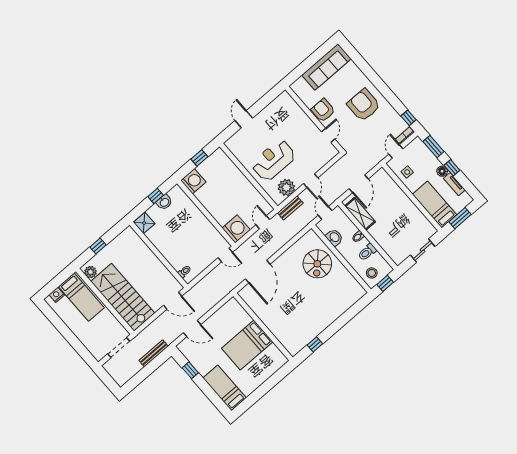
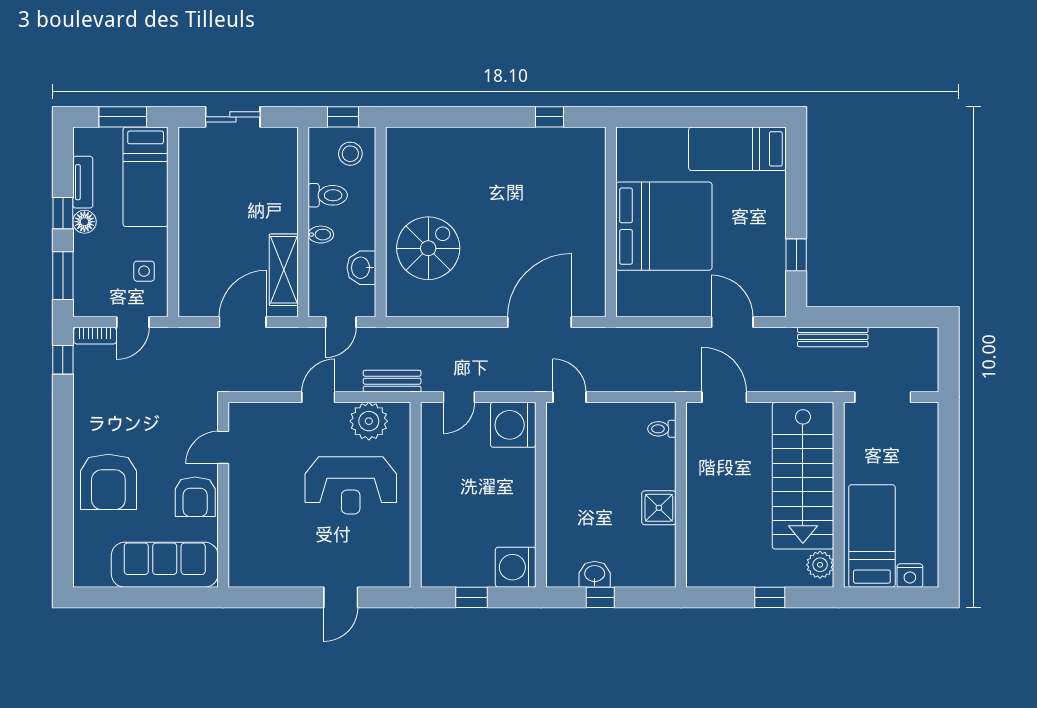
sofa: (326, 67) -> (165, 565), moved
armchair: (364, 105) -> (108, 482), moved
shower: (144, 223) -> (659, 508), moved
bed: (247, 345) -> (664, 226), width x1.36
bed: (225, 388) -> (737, 149), moved, turned 90

